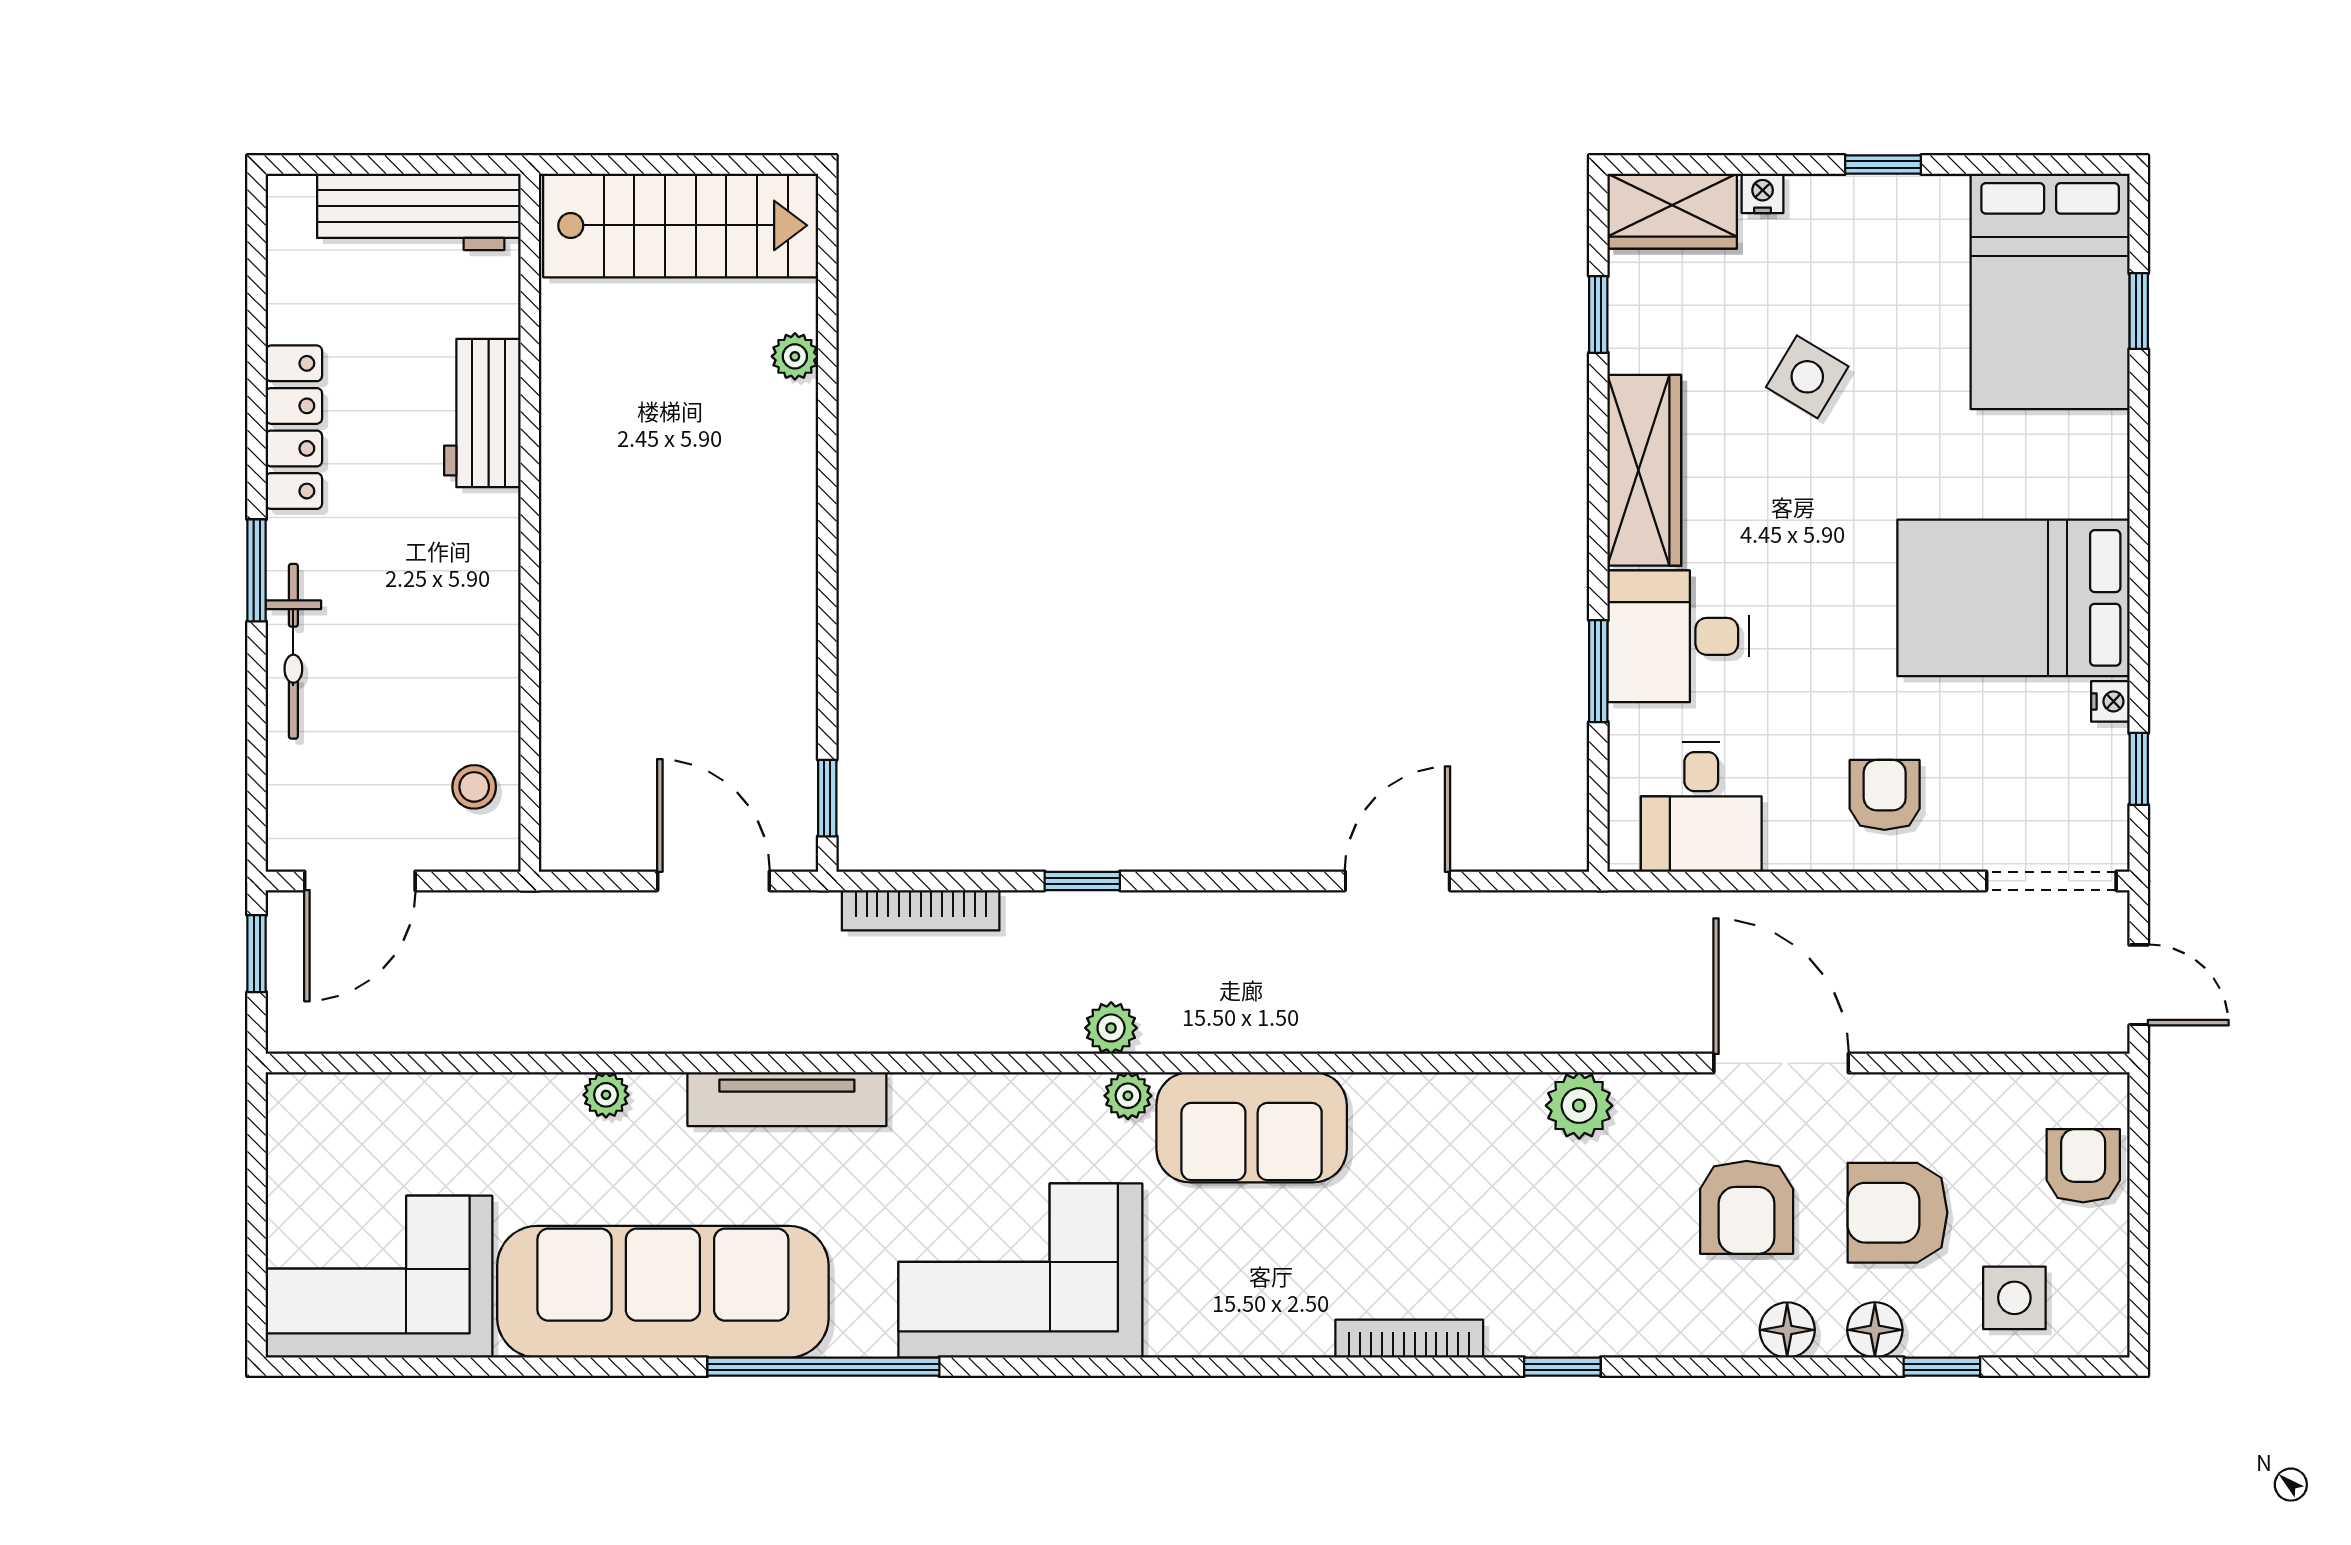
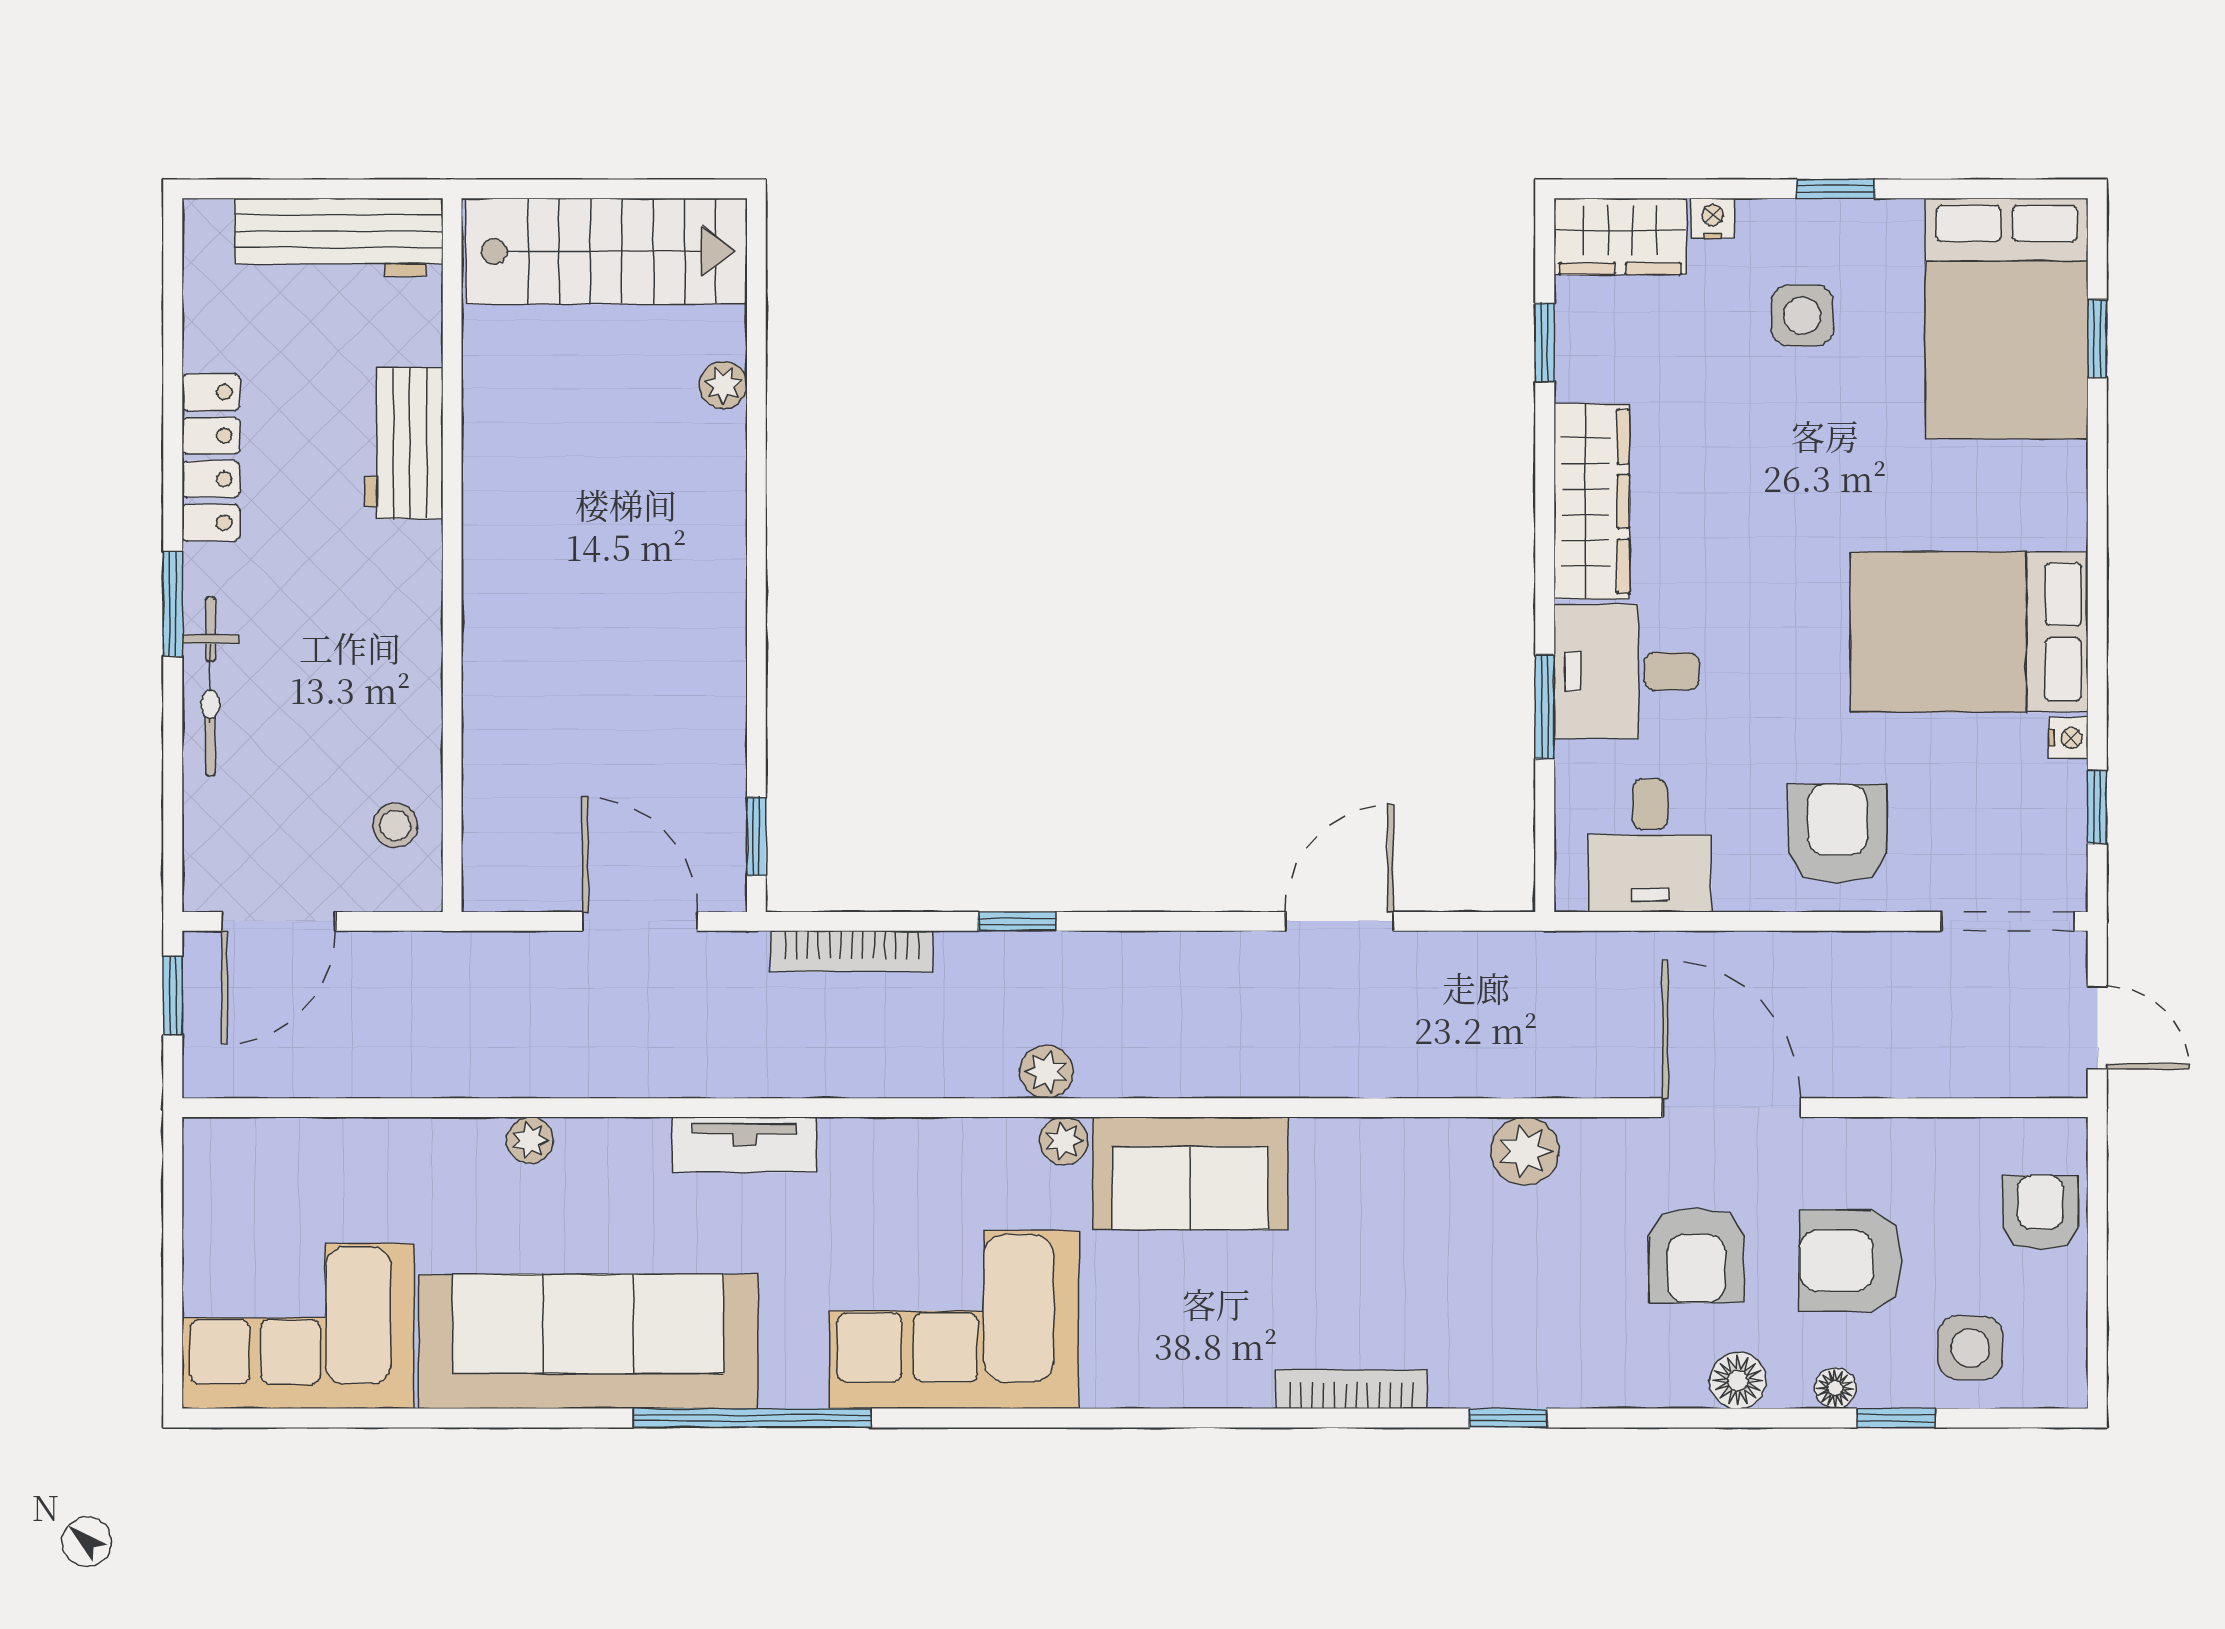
side table: (1807, 377) -> (1802, 316), moved, turned -31
armchair: (1885, 795) -> (1838, 833), width x1.38, depth x1.38
tv unit: (787, 1099) -> (745, 1145), width x0.71
floor lamp: (1875, 1330) -> (1835, 1388), width x0.73, depth x0.73

